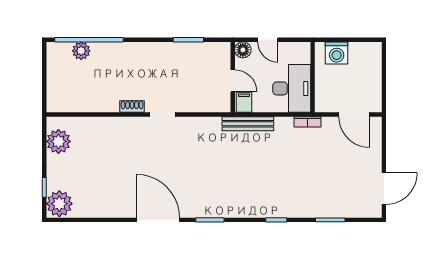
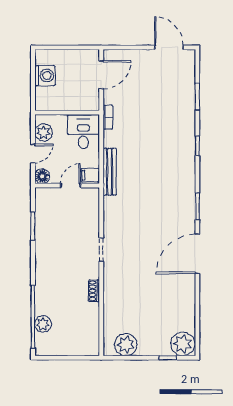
plant: (291, 51) -> (44, 132), added
washing machine: (337, 53) -> (45, 76), moved
desk: (292, 88) -> (83, 132), width x0.73
shoe rack: (132, 107) -> (94, 291), moved

